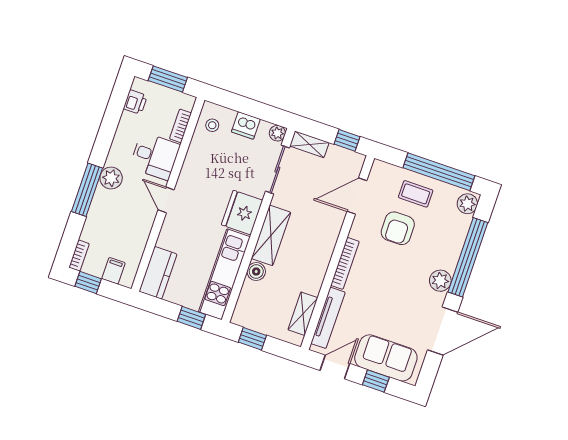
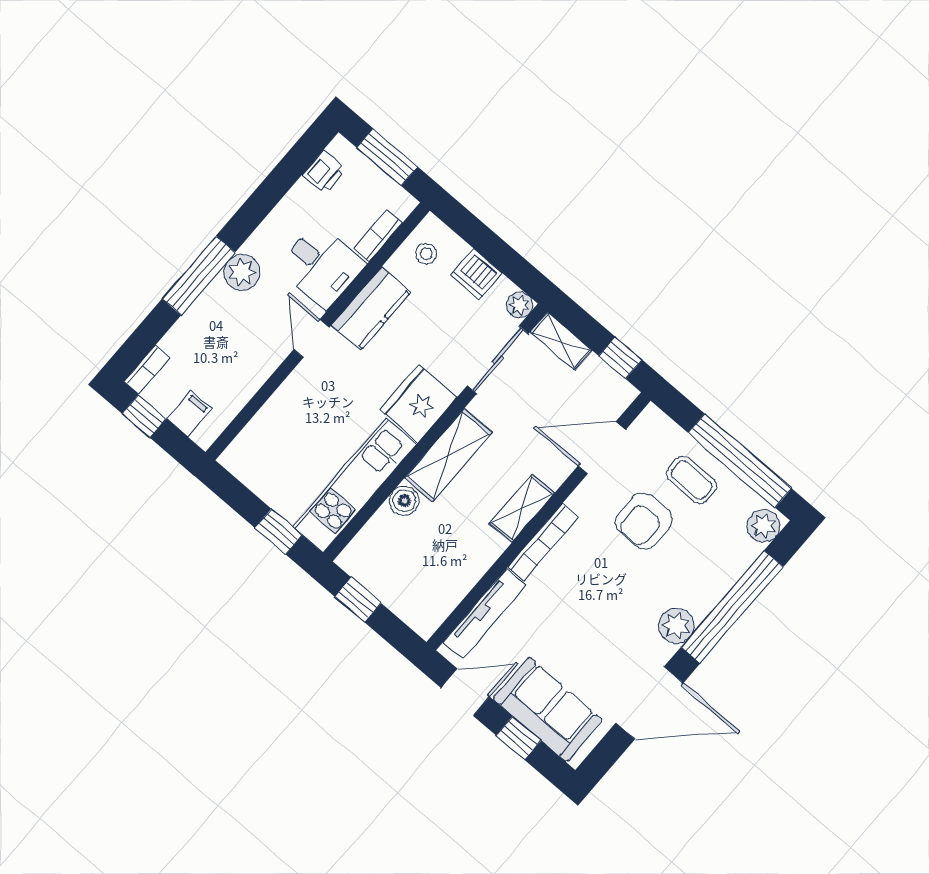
kitchen counter: (158, 273) -> (371, 309), moved
shelving: (303, 314) -> (522, 508), moved

